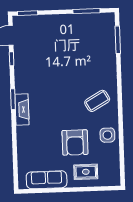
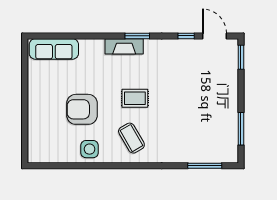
rug: (86, 172) -> (135, 98), moved, turned 90
sofa: (47, 180) -> (54, 49), moved, turned 90

